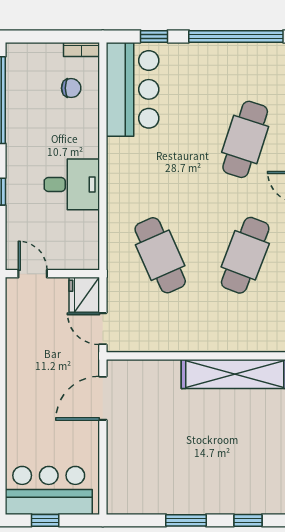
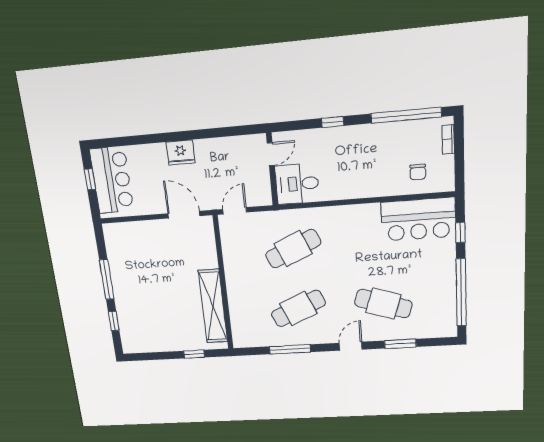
bookcase: (81, 49) -> (448, 139), moved
desk: (72, 184) -> (297, 184), moved, turned 90
cafe table: (245, 255) -> (298, 308), turned -45
fridge: (84, 295) -> (181, 152), moved, turned 180
window: (186, 520) -> (107, 280), width x1.44

